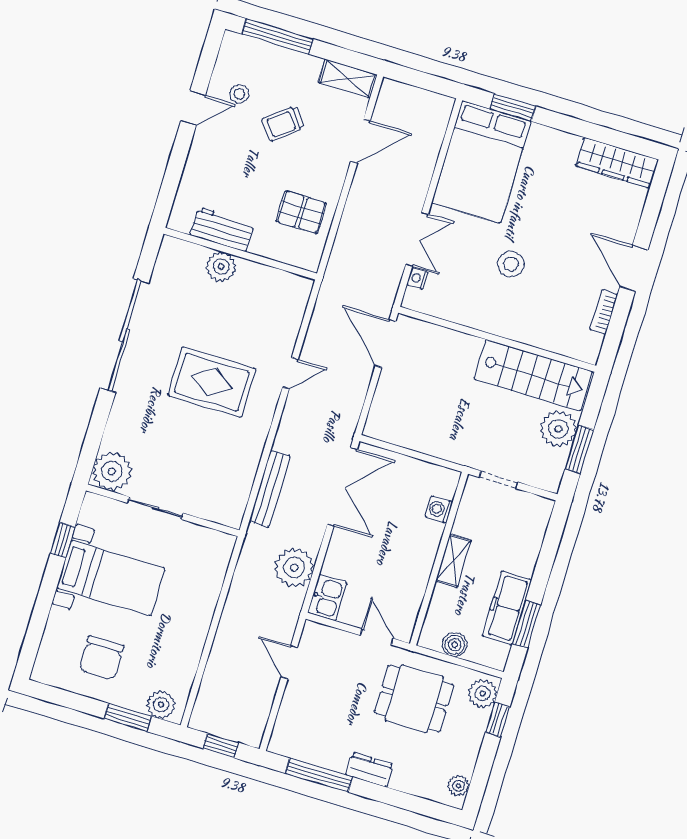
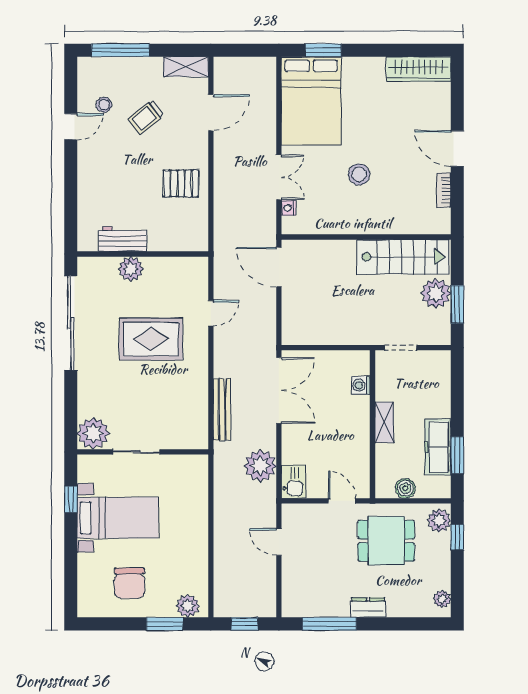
workbench: (222, 229) -> (123, 239), moved
wall: (240, 254) -> (143, 254), moved
plant: (221, 267) -> (131, 269), moved

